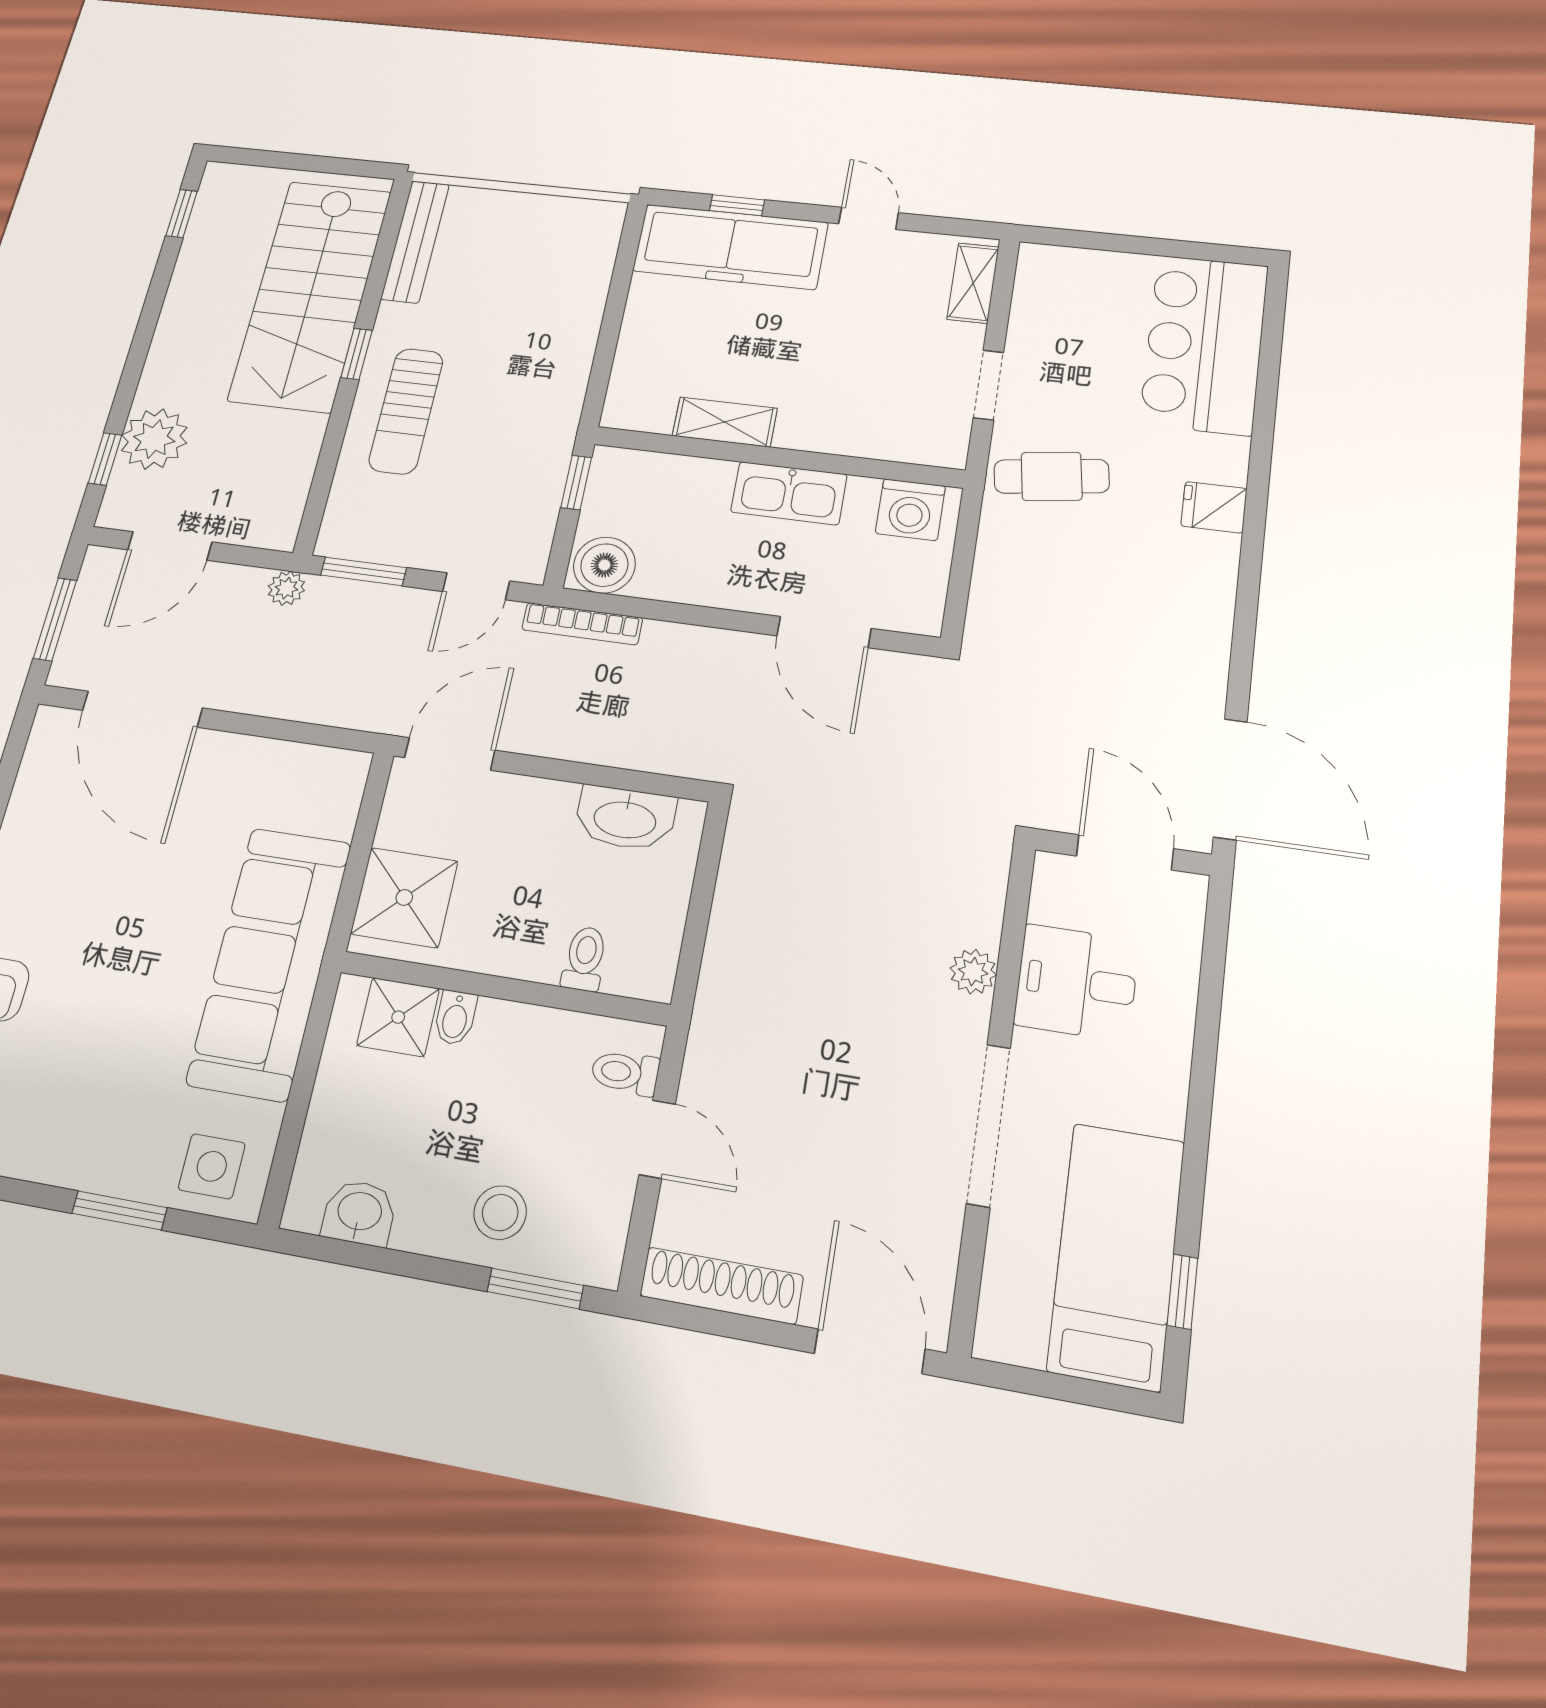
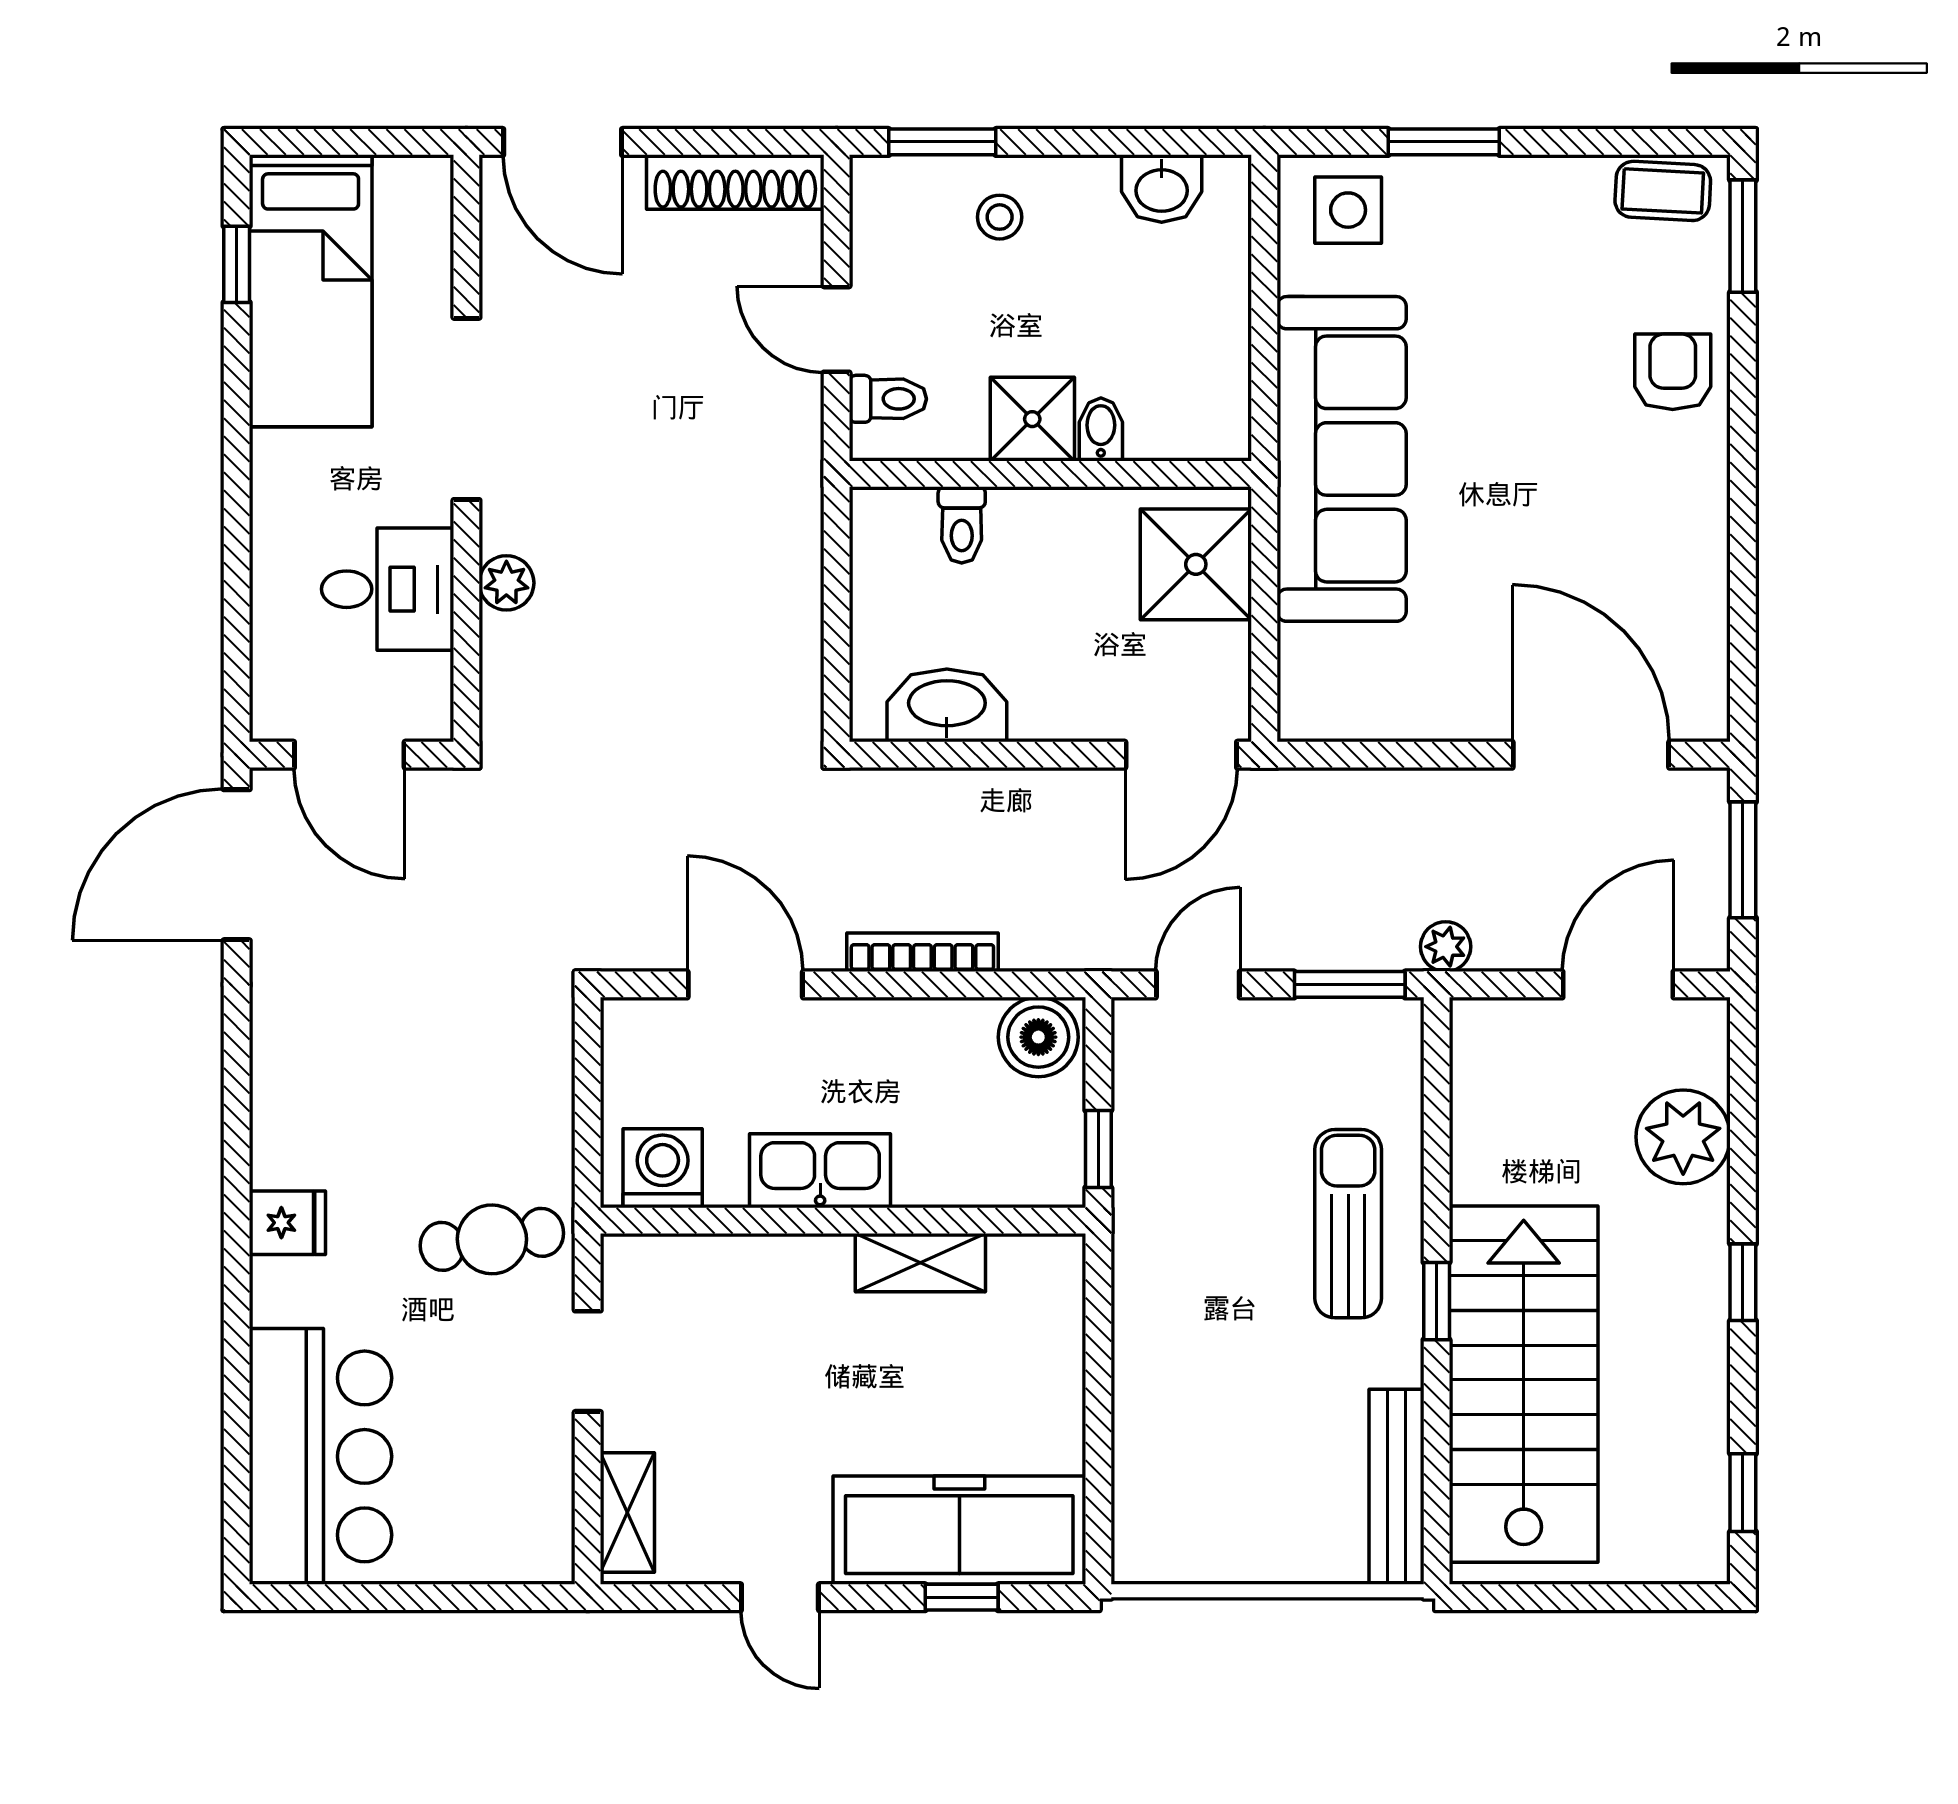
window: (105, 459) -> (1743, 1282), moved
bookcase: (582, 624) -> (922, 952), moved
door: (1230, 779) -> (237, 865), hinge flipped
shower: (398, 1017) -> (1032, 419), moved
stool: (500, 1213) -> (1000, 217), width x0.73, depth x0.73

